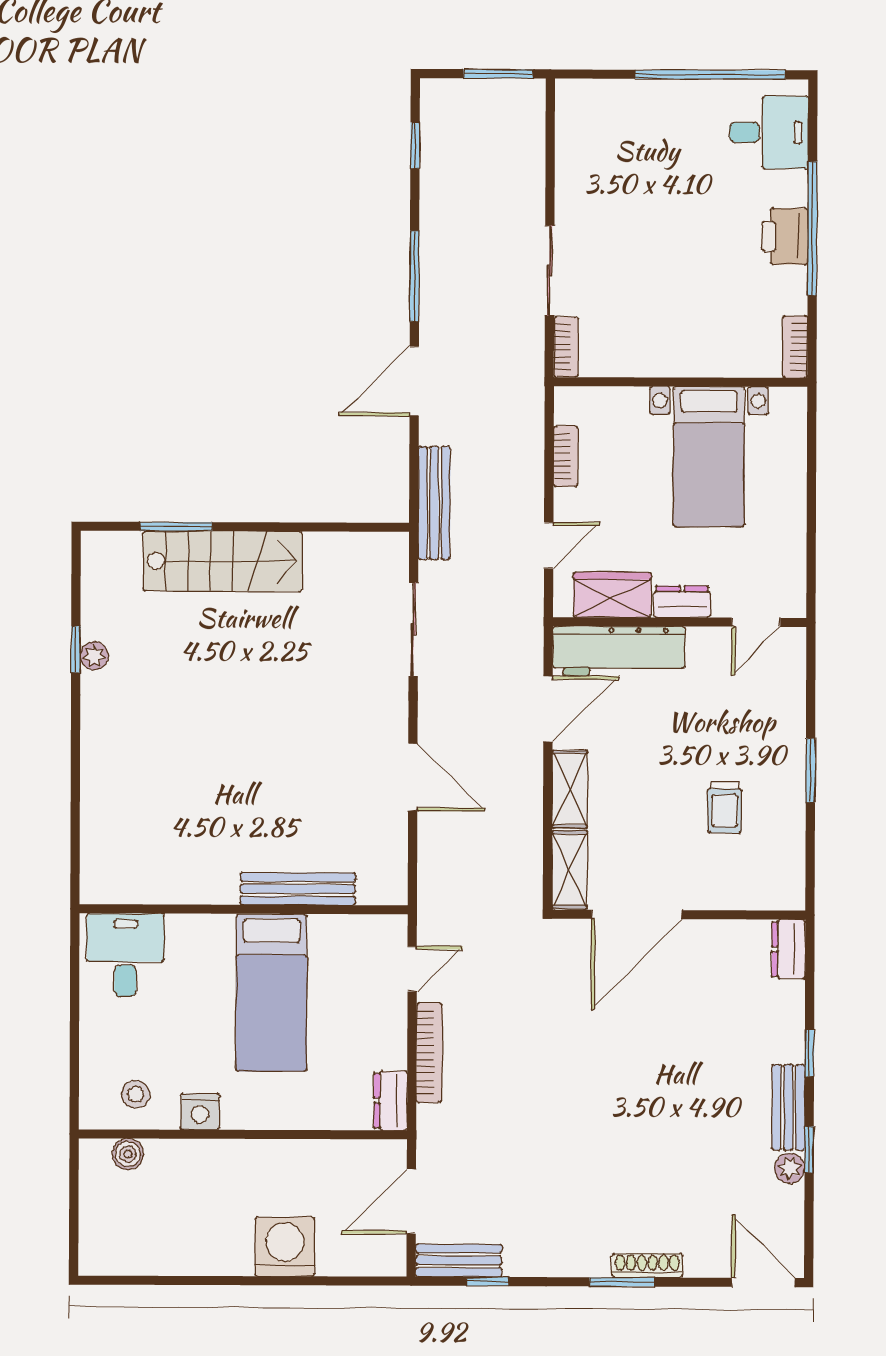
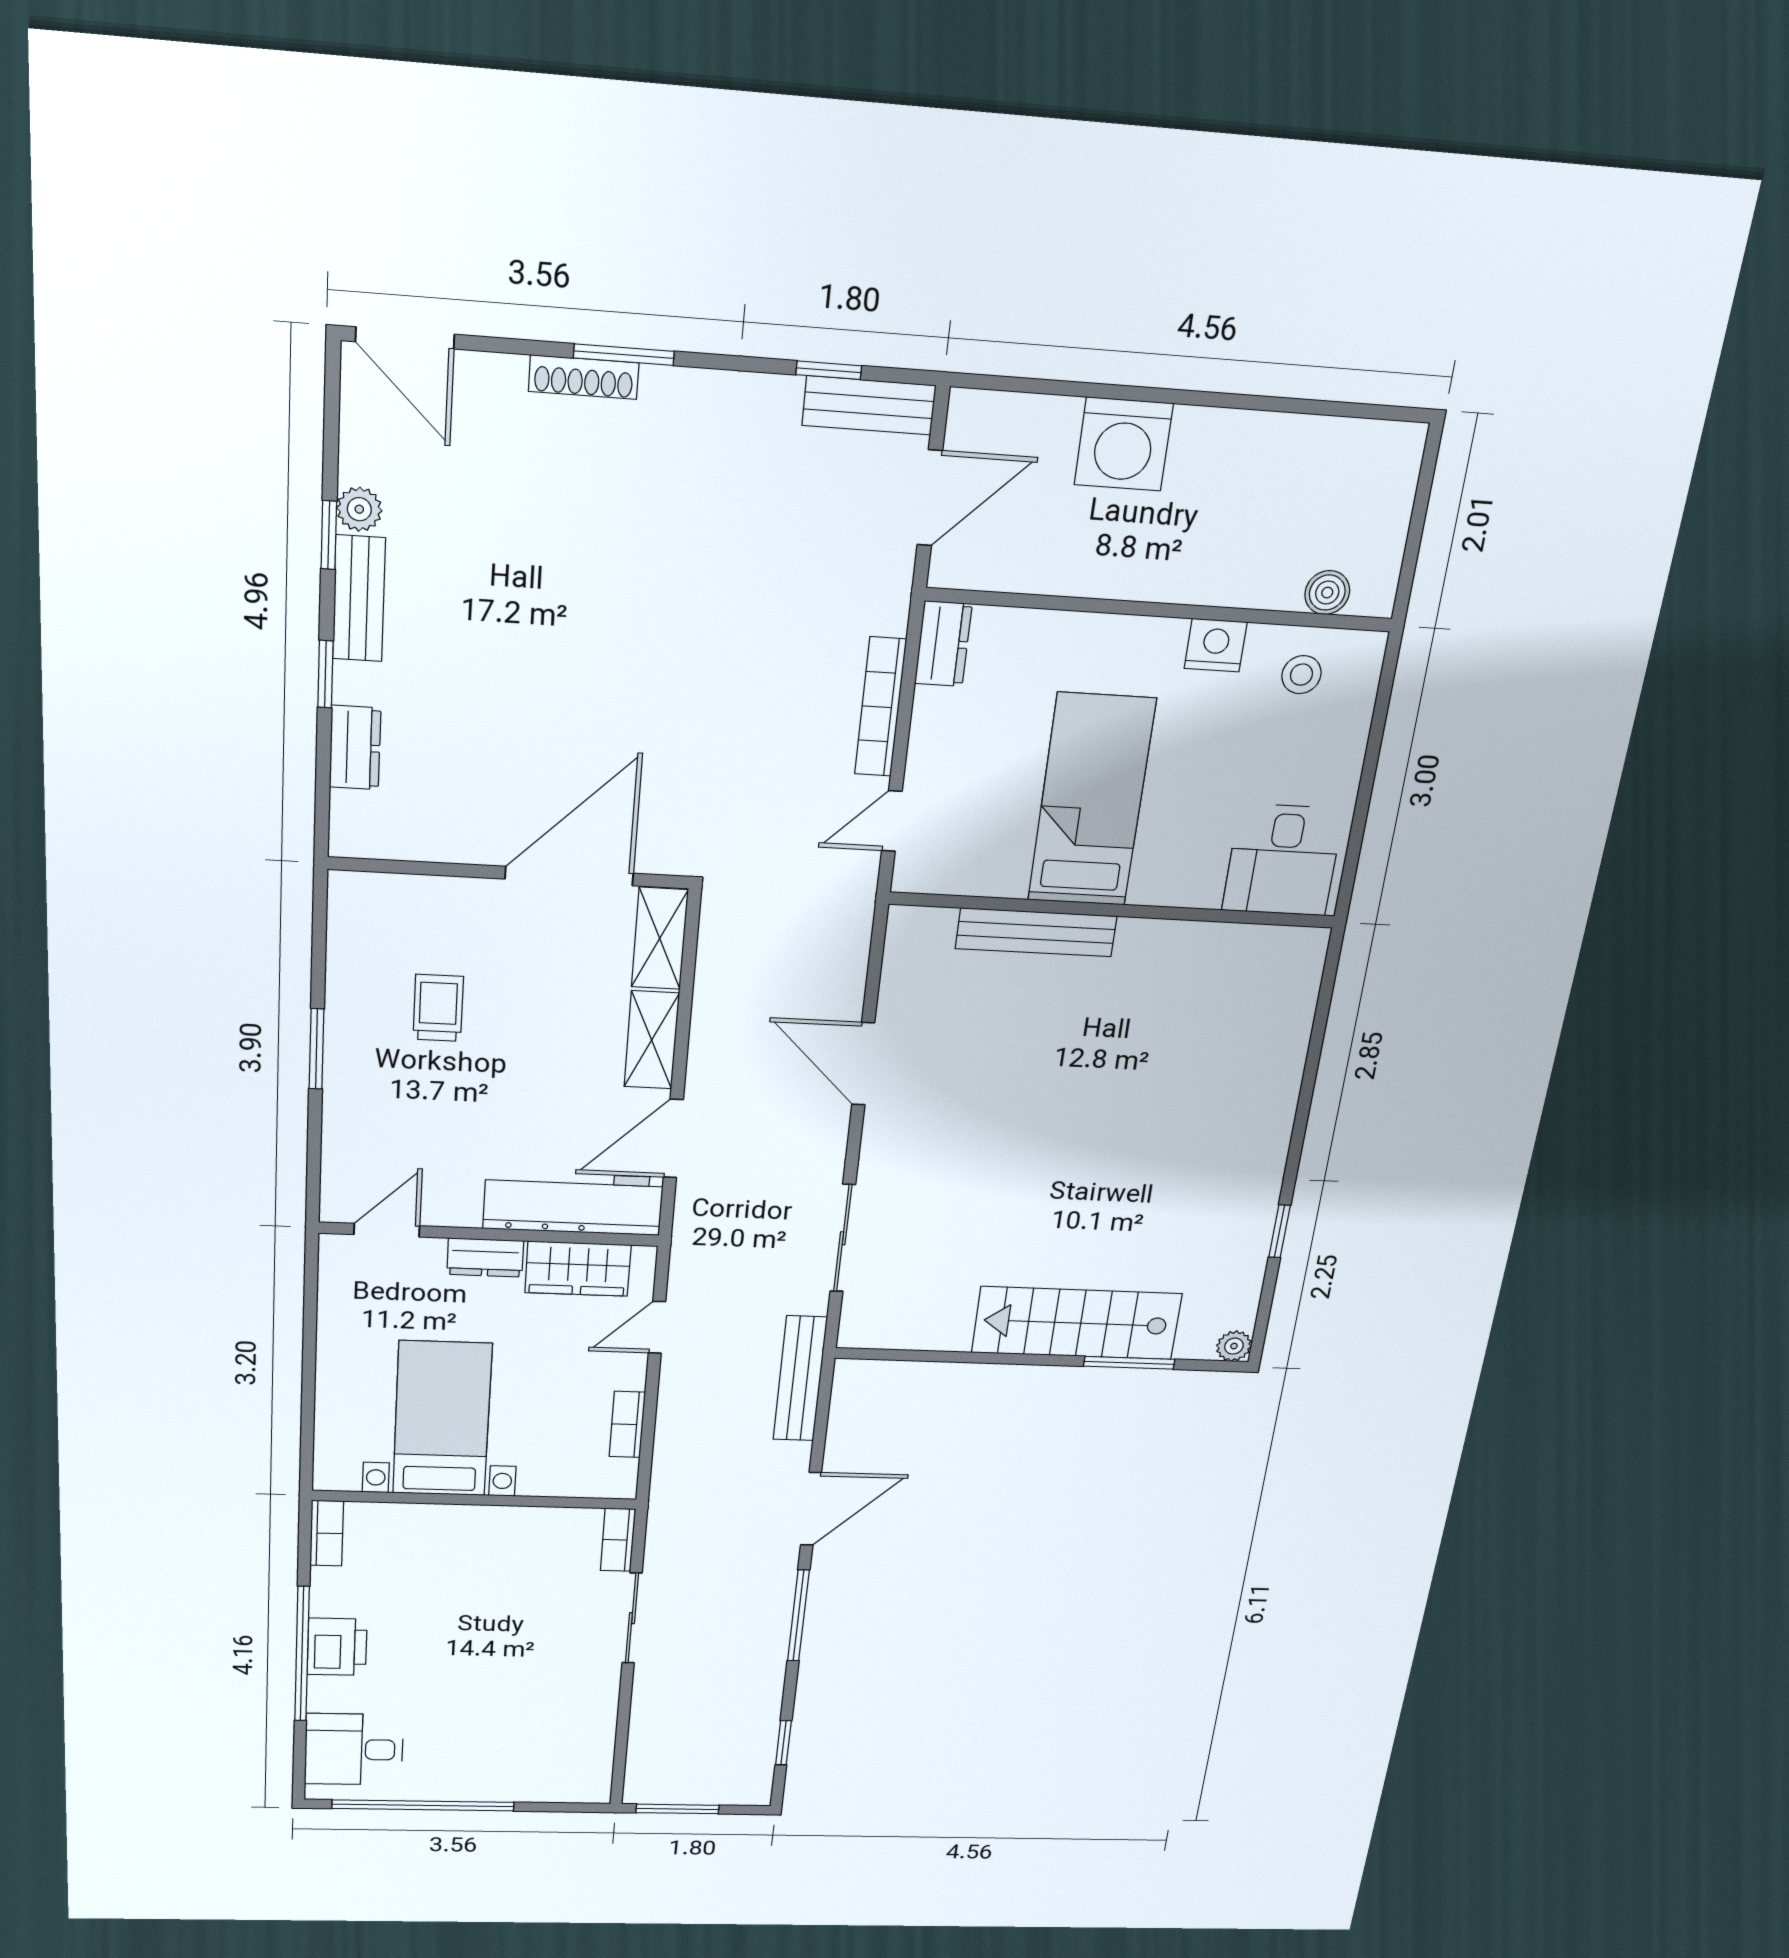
plant: (94, 656) -> (1234, 1346), moved
dresser: (789, 949) -> (355, 748), moved

